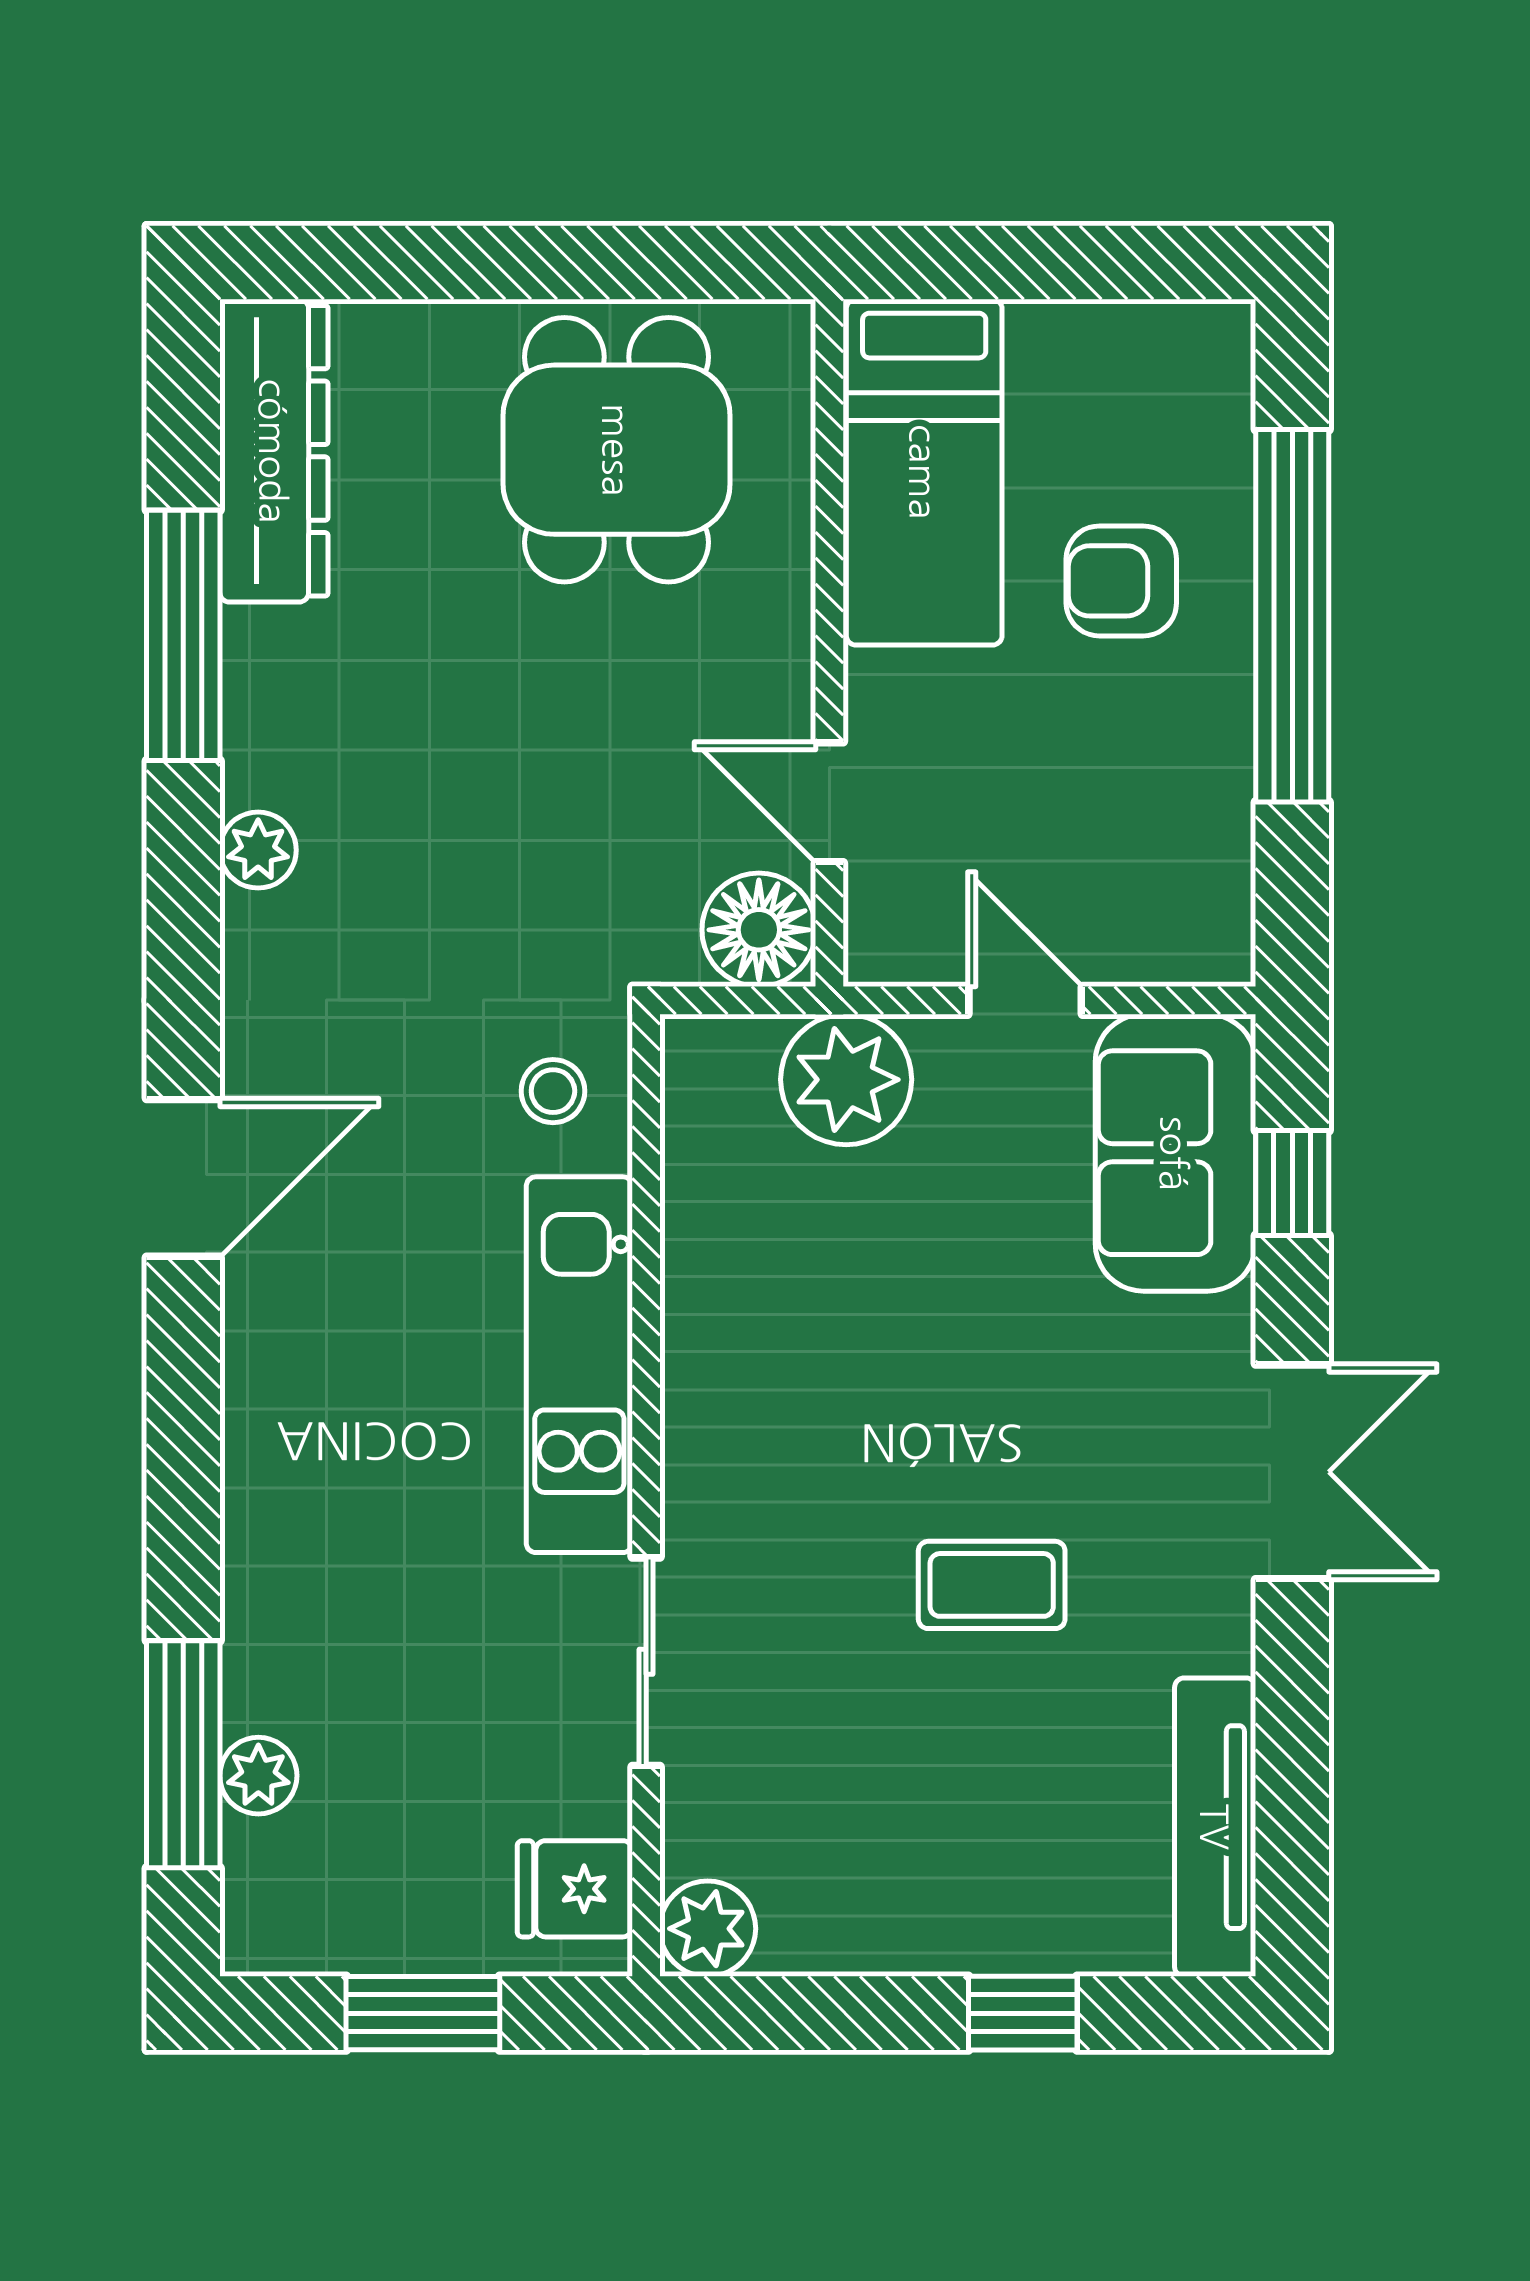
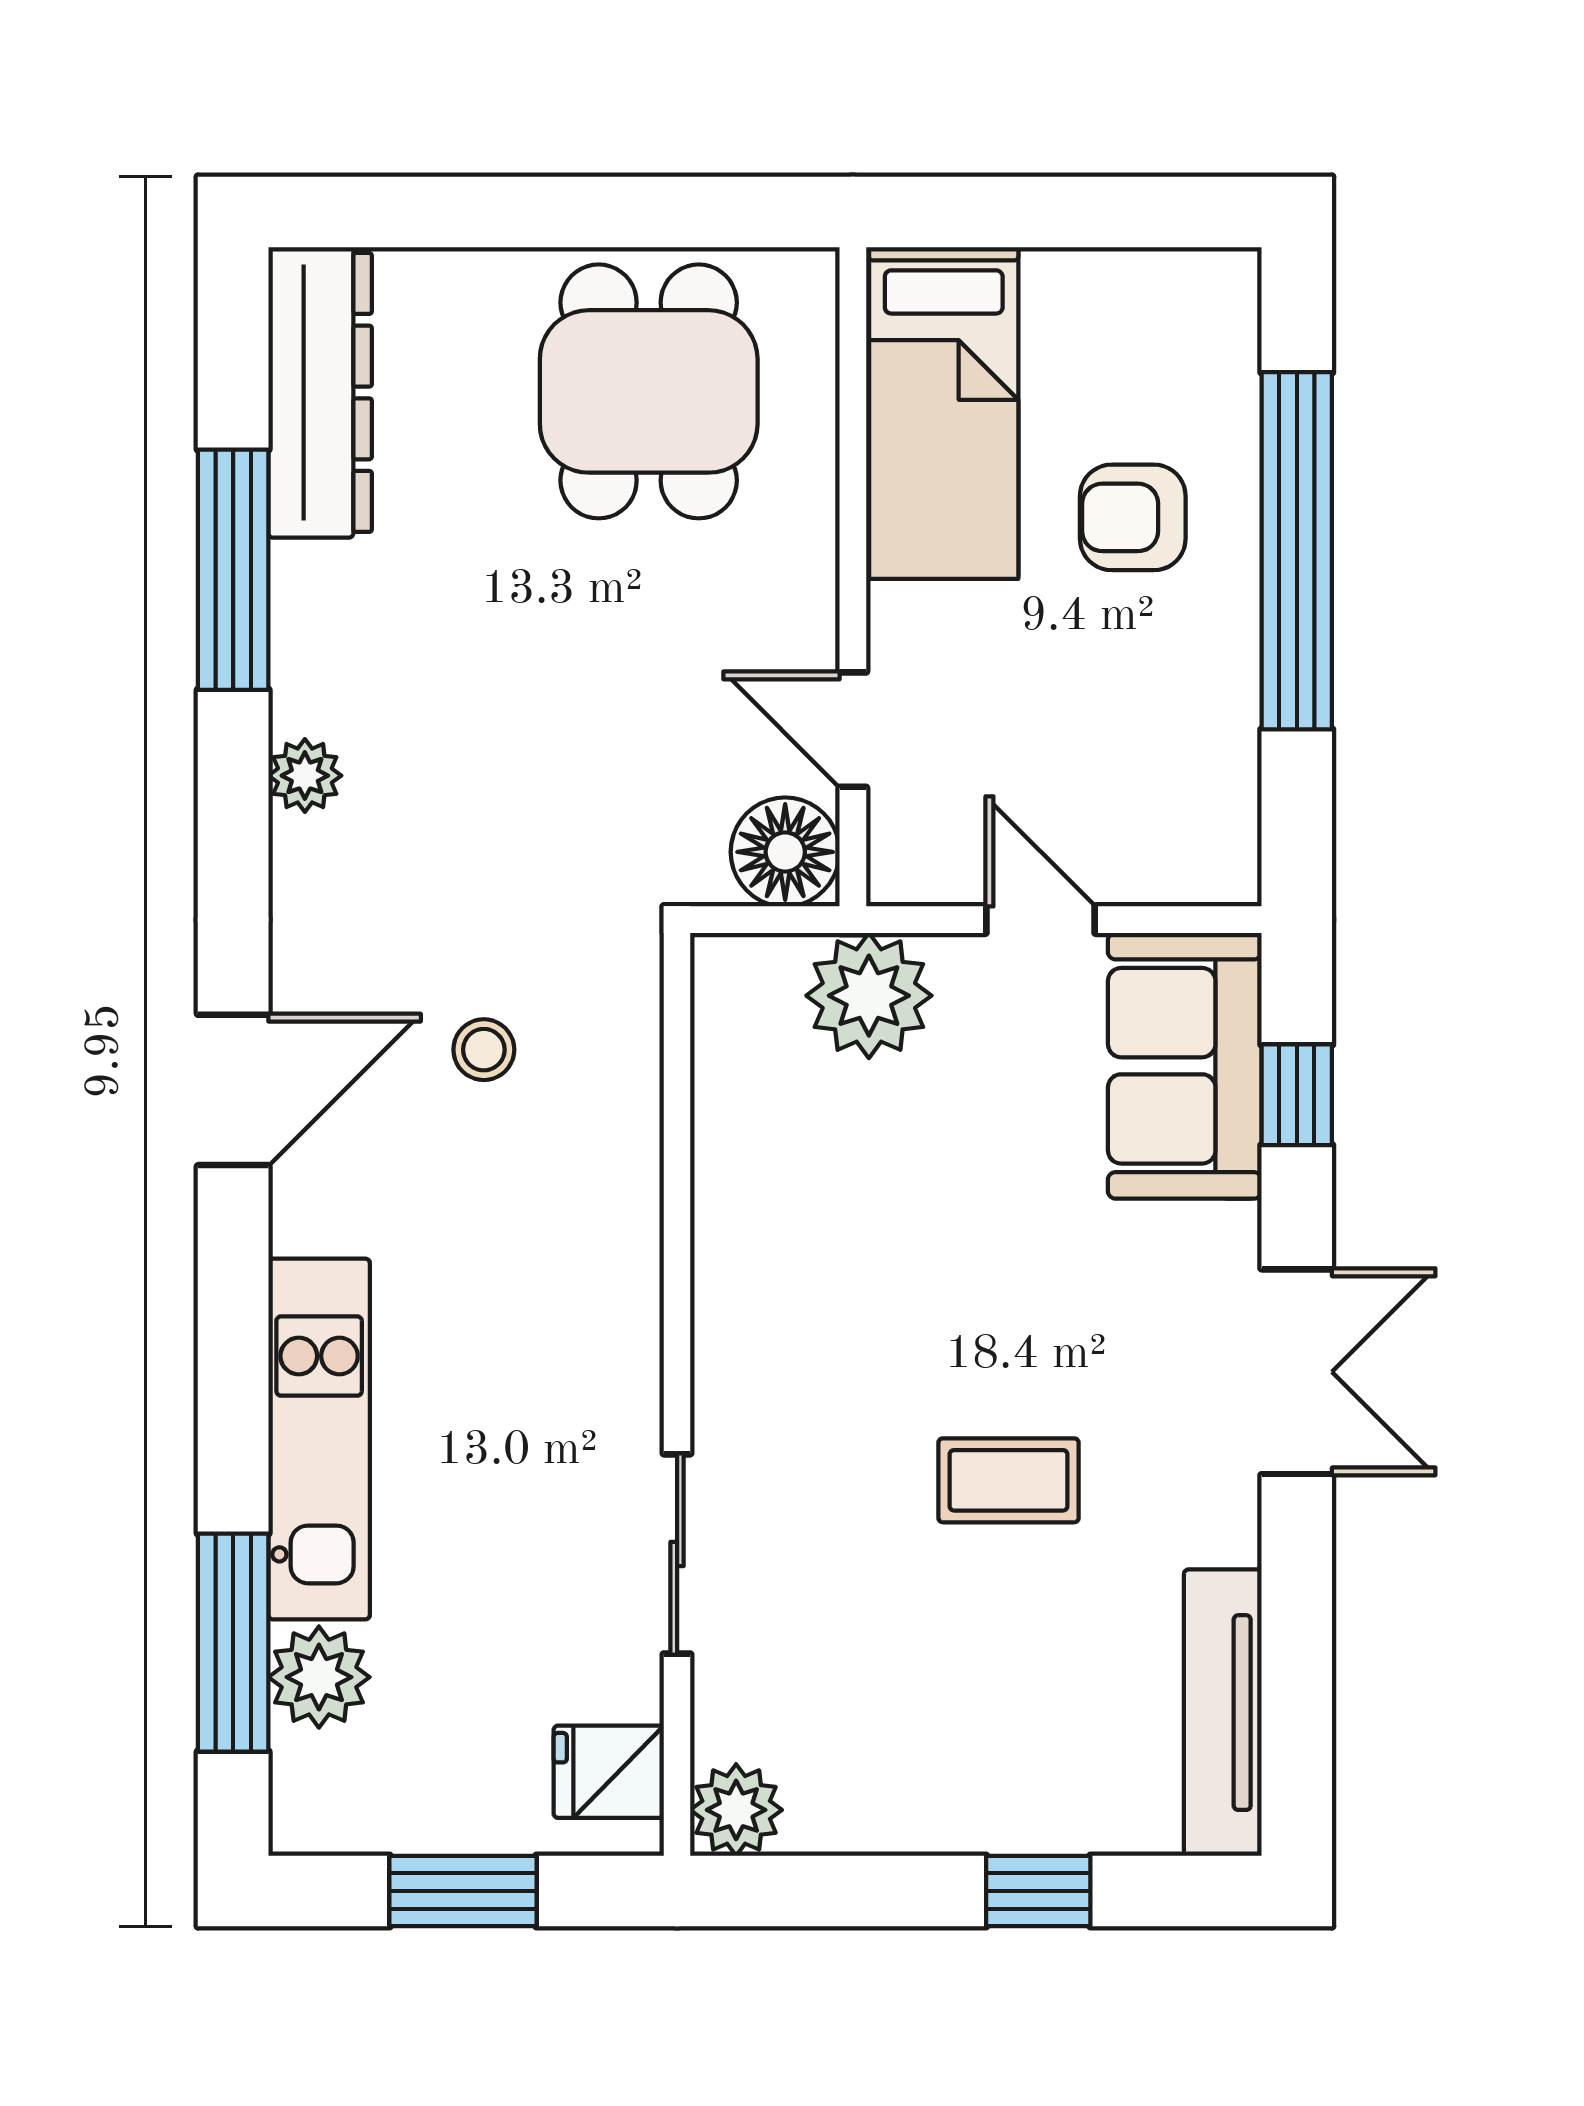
stool: (553, 1091) -> (484, 1050), moved
kitchen unit: (579, 1365) -> (319, 1439), moved, turned 180
plant: (258, 1776) -> (319, 1677), width x1.38, depth x1.38

